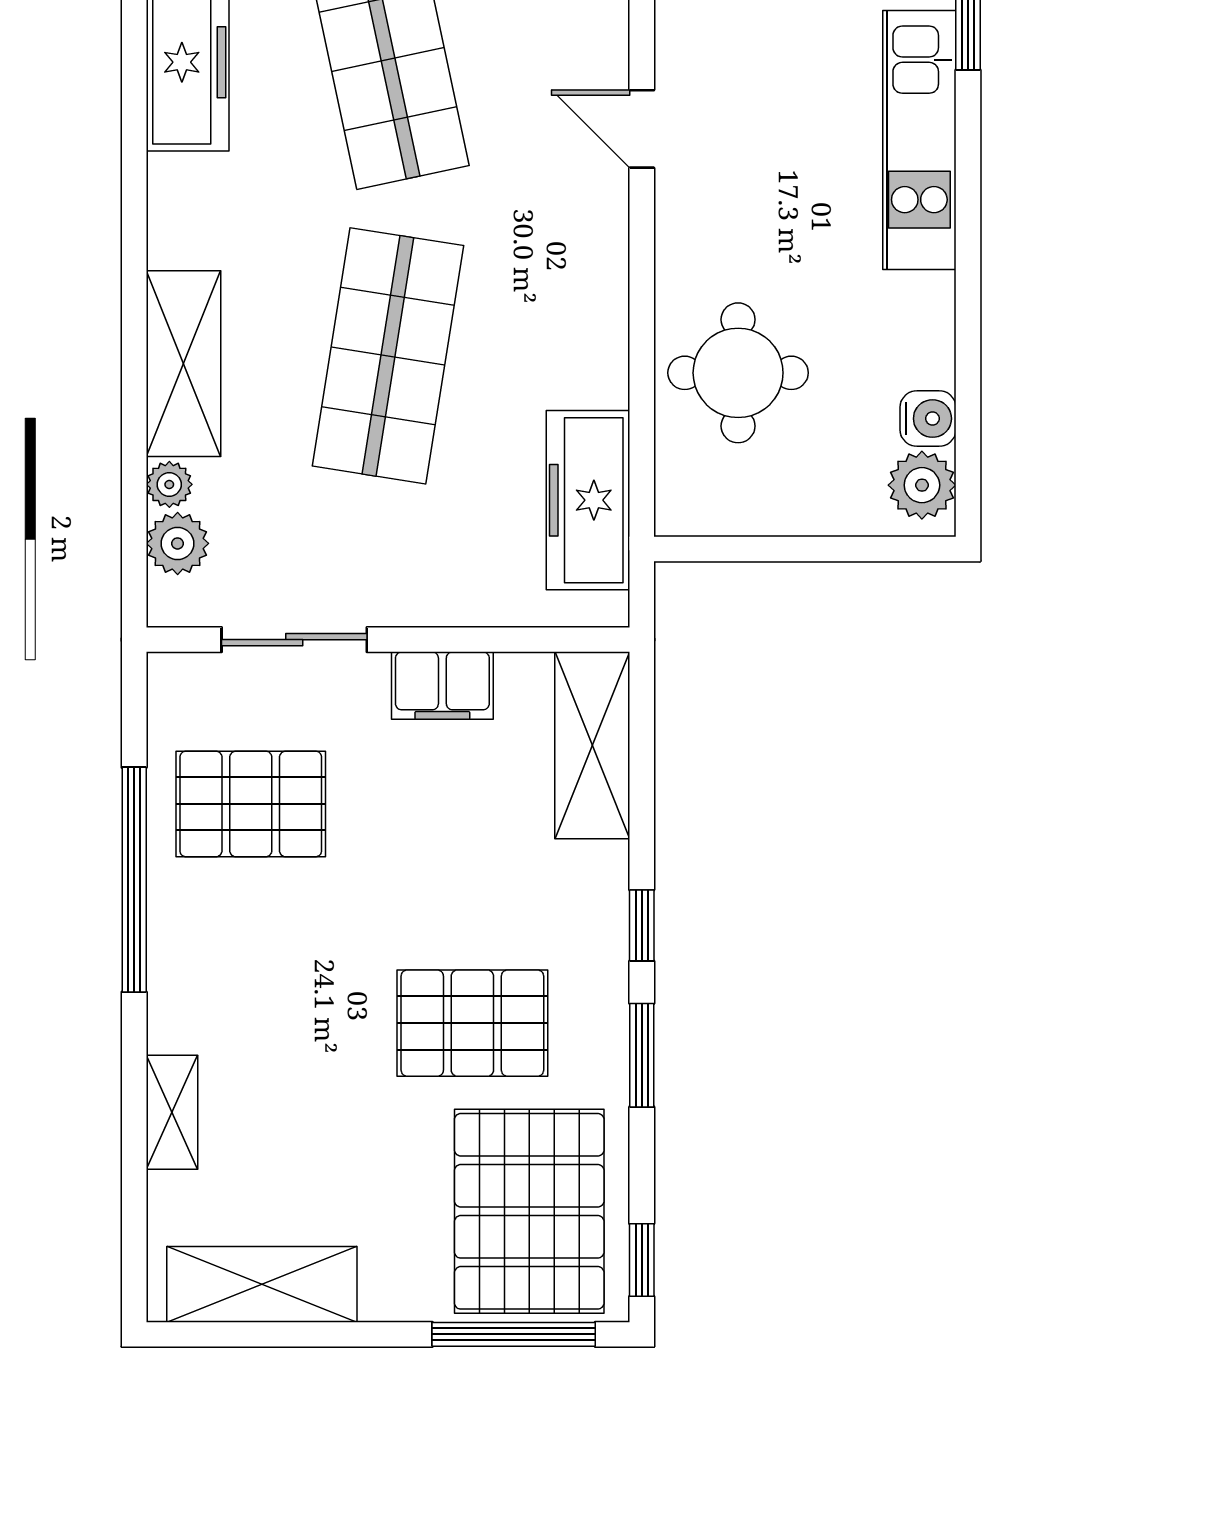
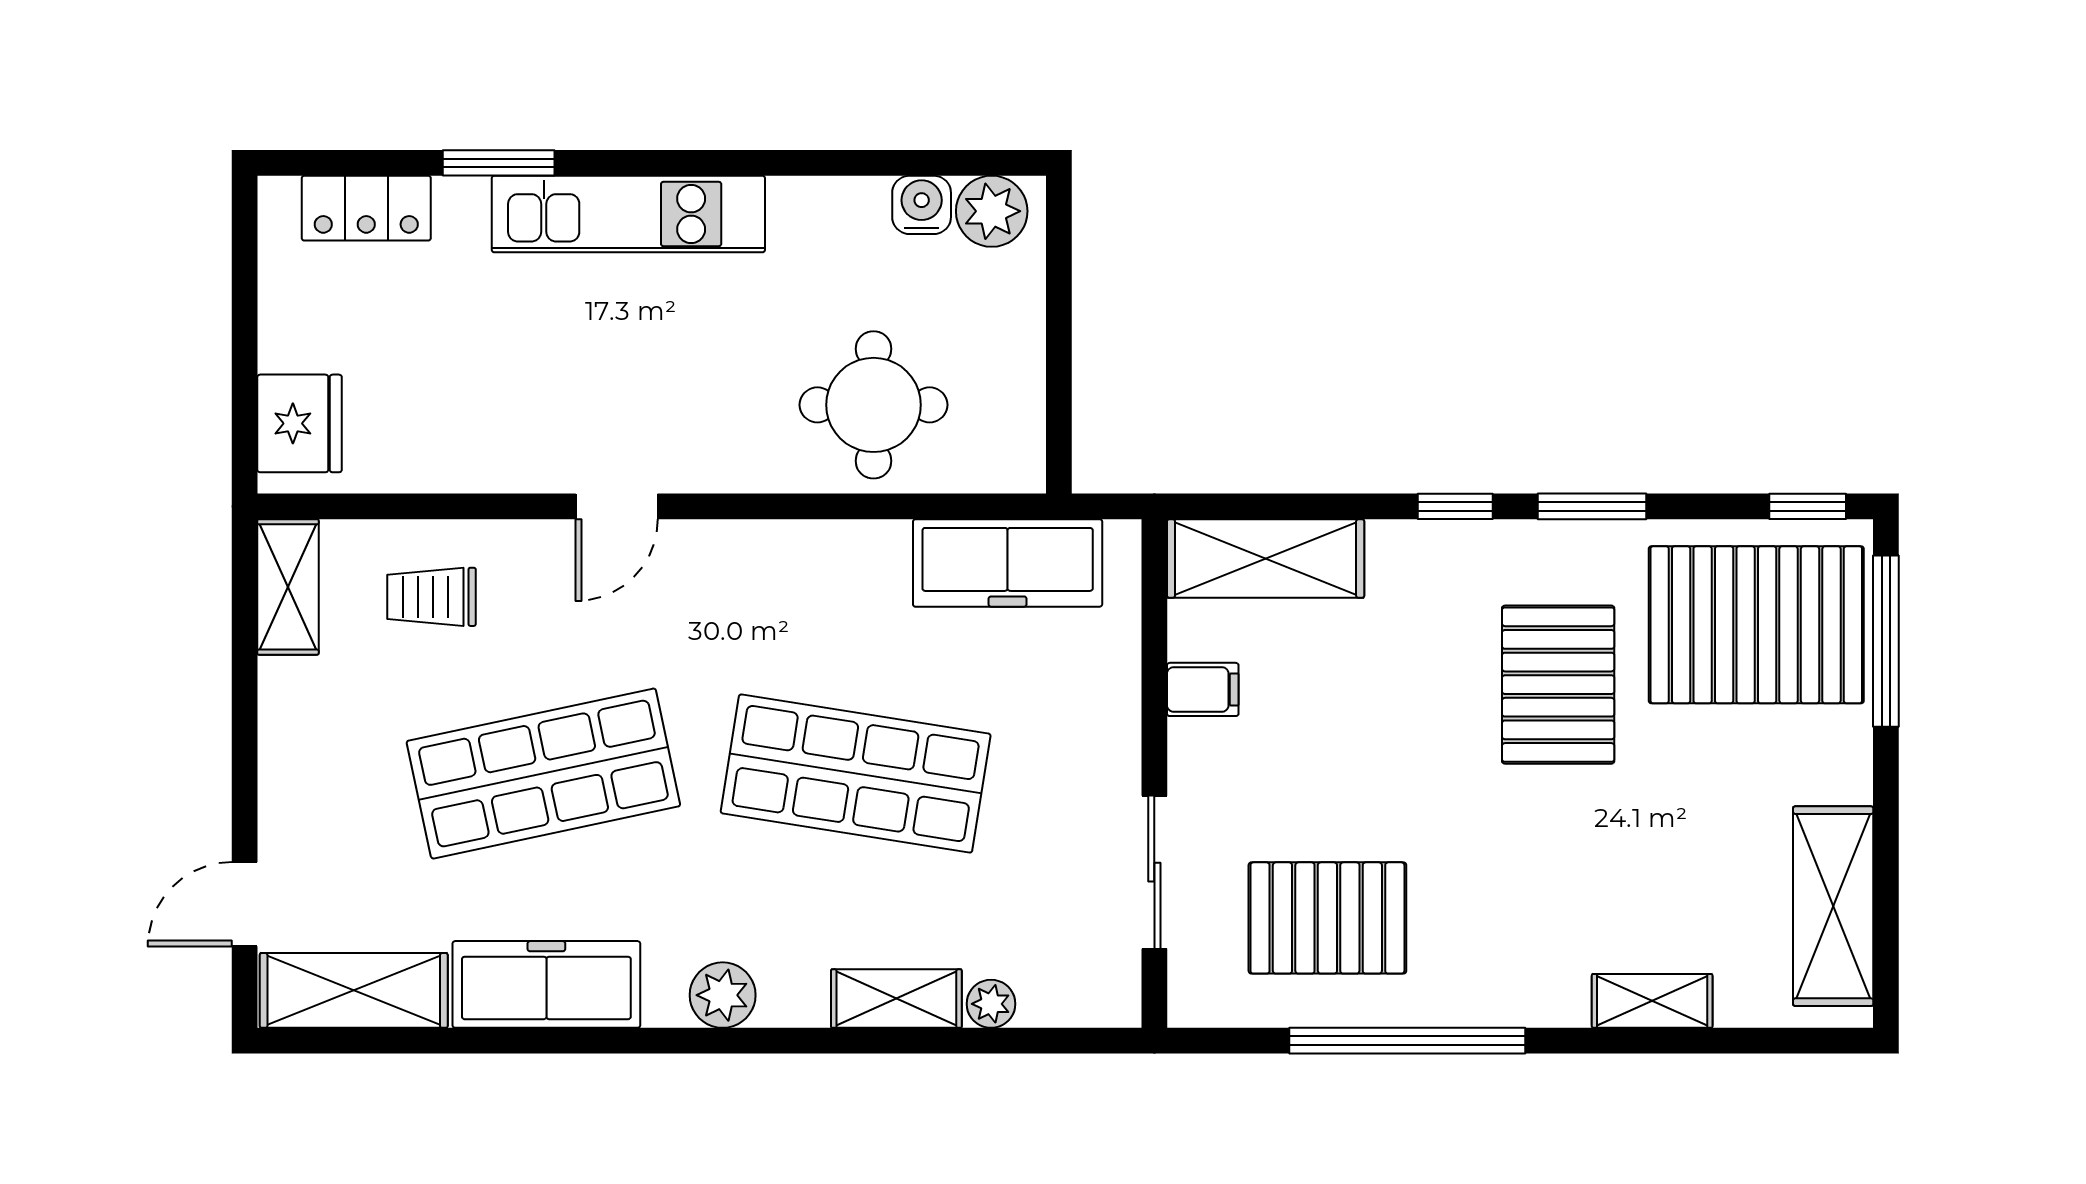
shelving: (183, 364) -> (896, 999), width x0.67, depth x0.75
plant: (178, 543) -> (723, 995), moved
filing cabinet: (442, 686) -> (1203, 689), width x0.50
pallet: (251, 804) -> (1327, 918), turned 90

